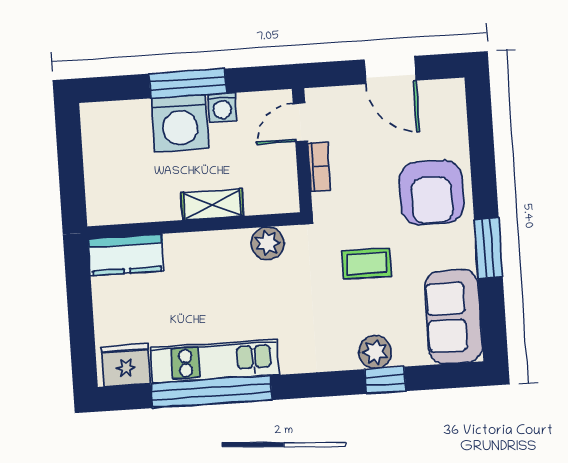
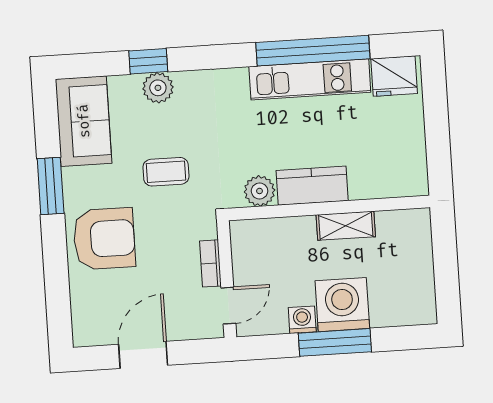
door: (390, 70) -> (143, 355), hinge flipped
armchair: (432, 193) -> (104, 239), turned 90
shelving: (212, 204) -> (346, 226), moved
kitchen counter: (126, 255) -> (312, 186), moved

